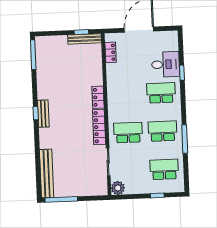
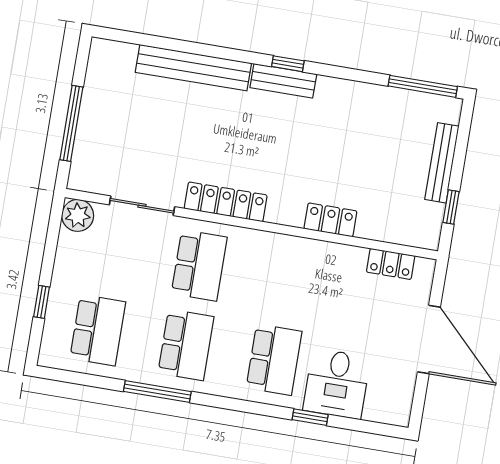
bench: (85, 39) -> (442, 163), moved
locker: (98, 97) -> (330, 220), moved
bench: (47, 173) -> (193, 68), moved
window: (61, 199) -> (71, 123), moved

